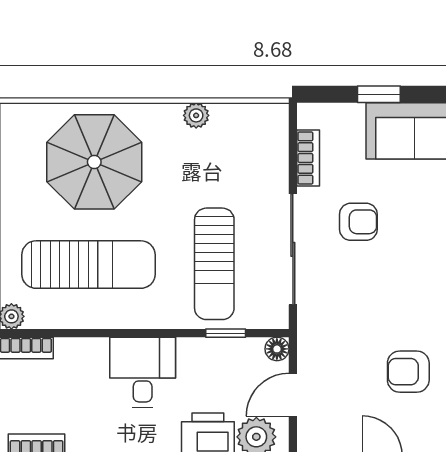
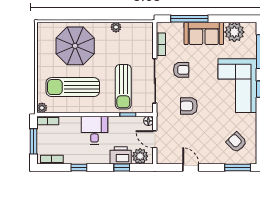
window: (379, 94) -> (189, 19), width x2.17
sun lounger: (88, 265) -> (73, 87), turned 180
armchair: (408, 372) -> (189, 106), moved
door: (293, 395) -> (155, 139), hinge flipped

